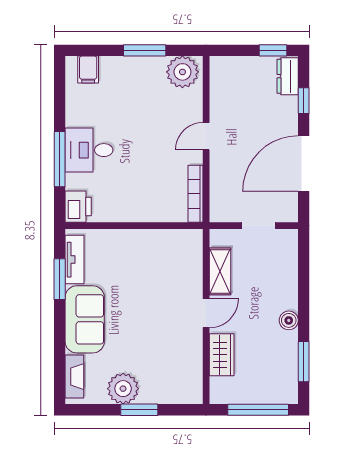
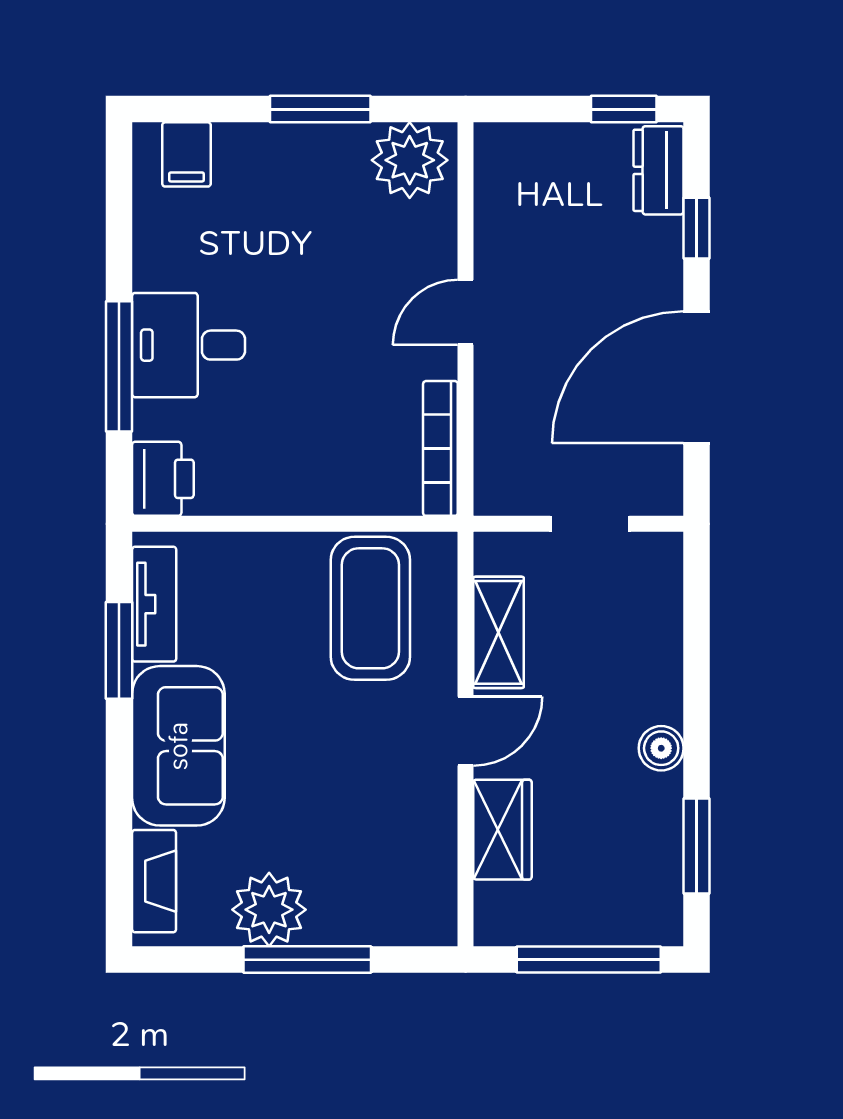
coffee table: (166, 261) -> (370, 608), added
window: (139, 410) -> (307, 960), width x1.44

